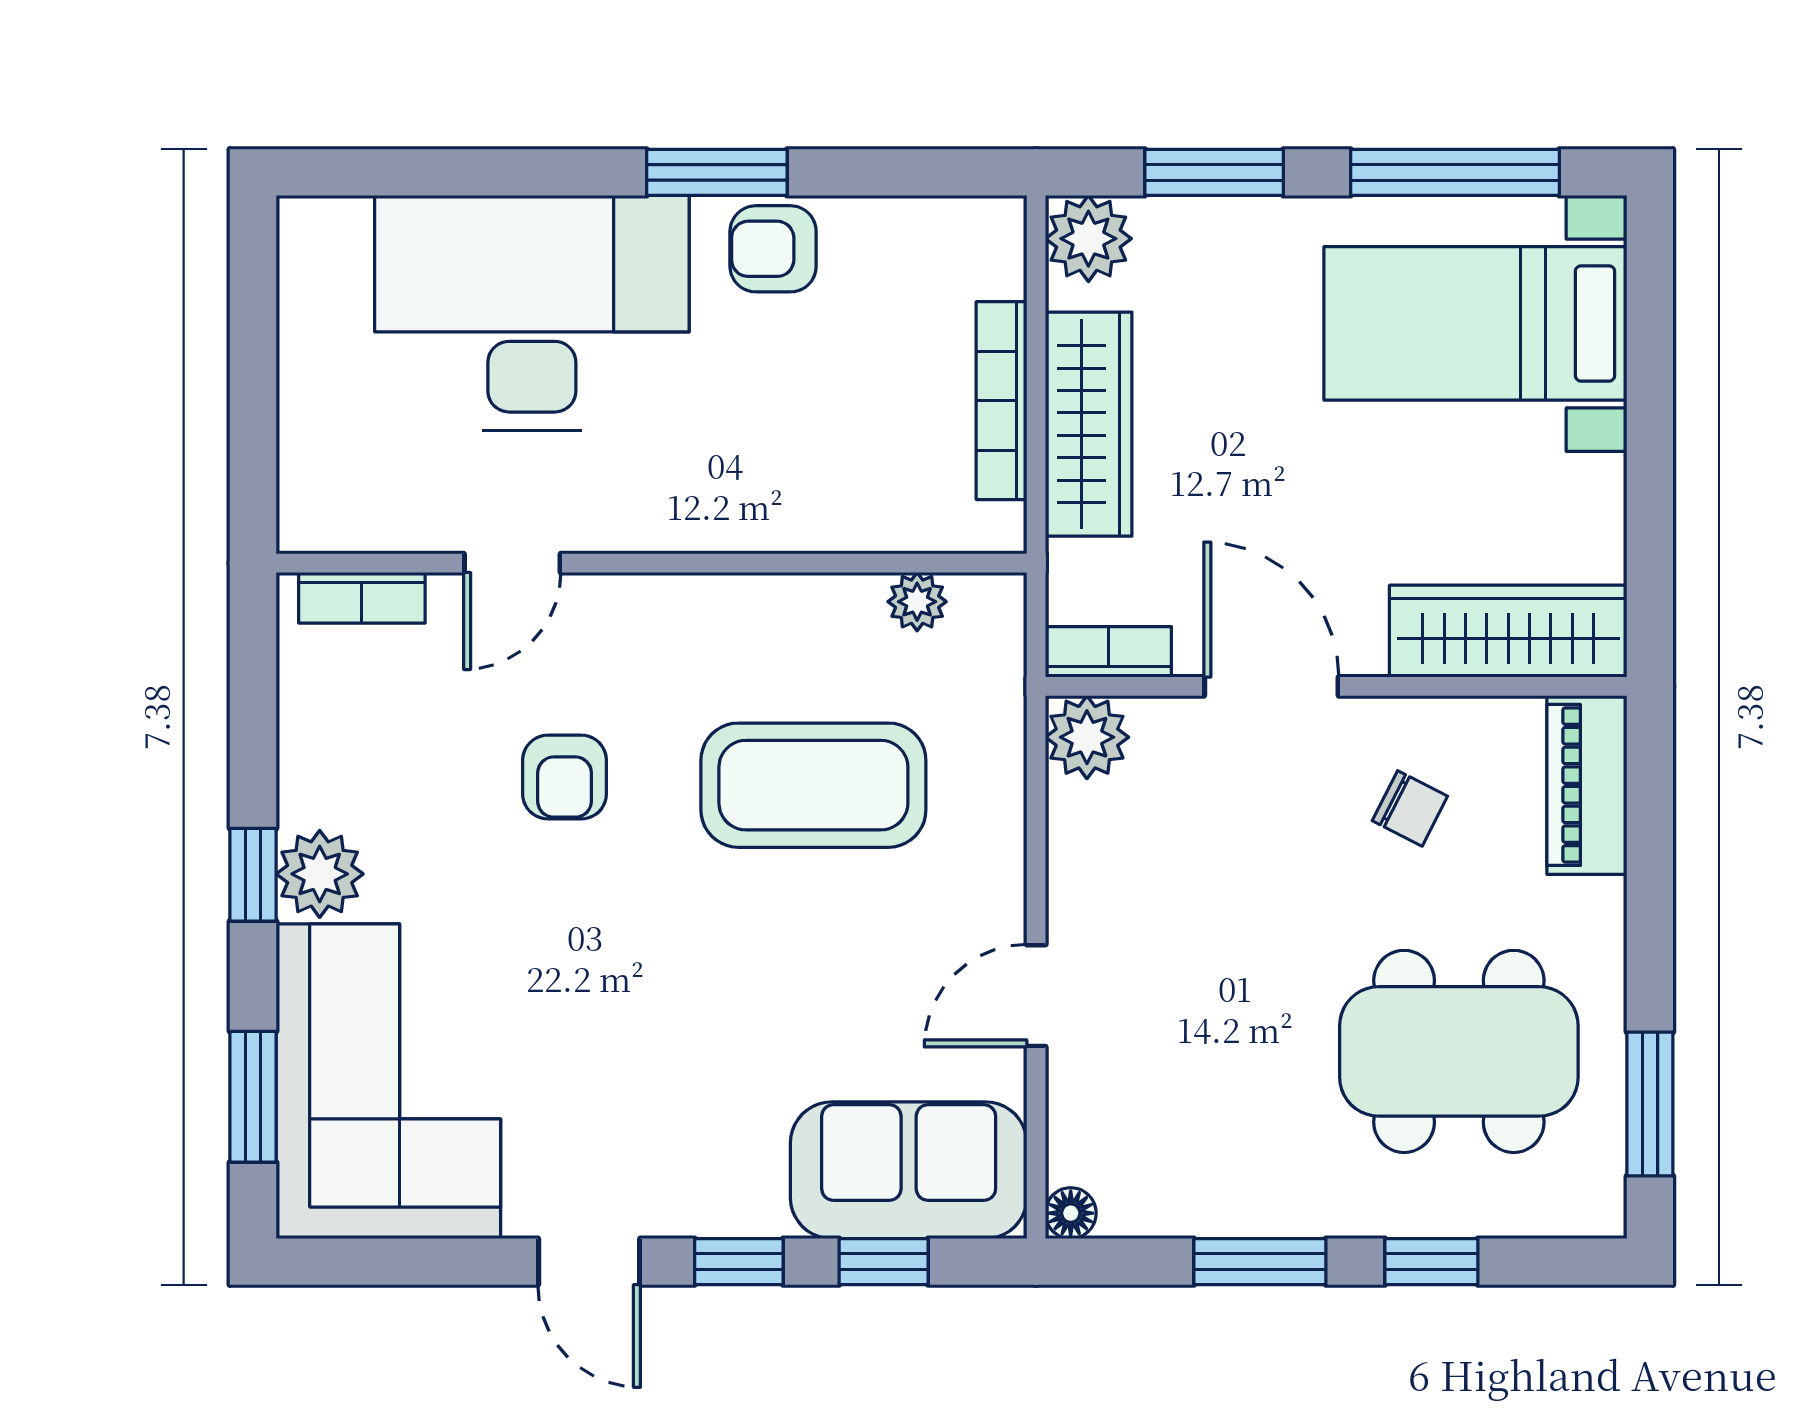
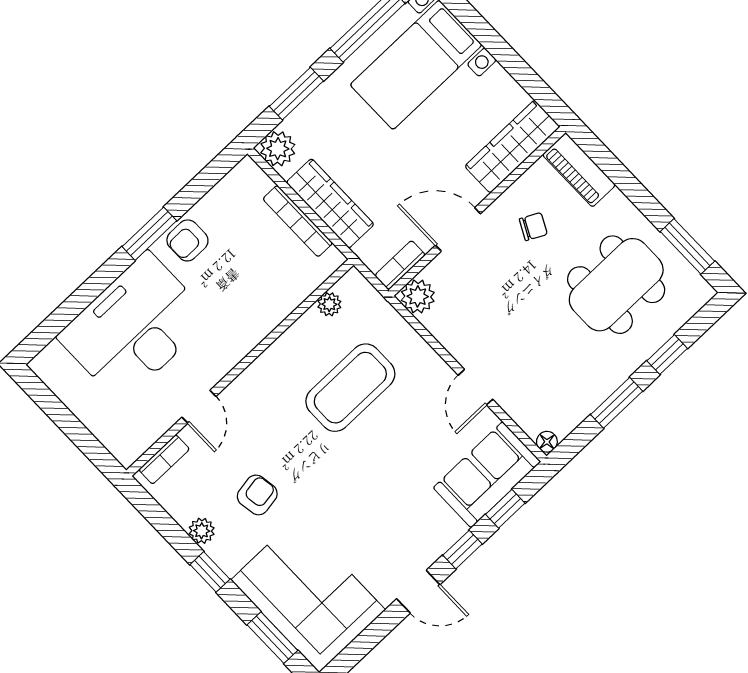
armchair: (565, 777) -> (257, 495), moved, turned -99
plant: (320, 874) -> (202, 531), moved, width x0.73, depth x0.73

